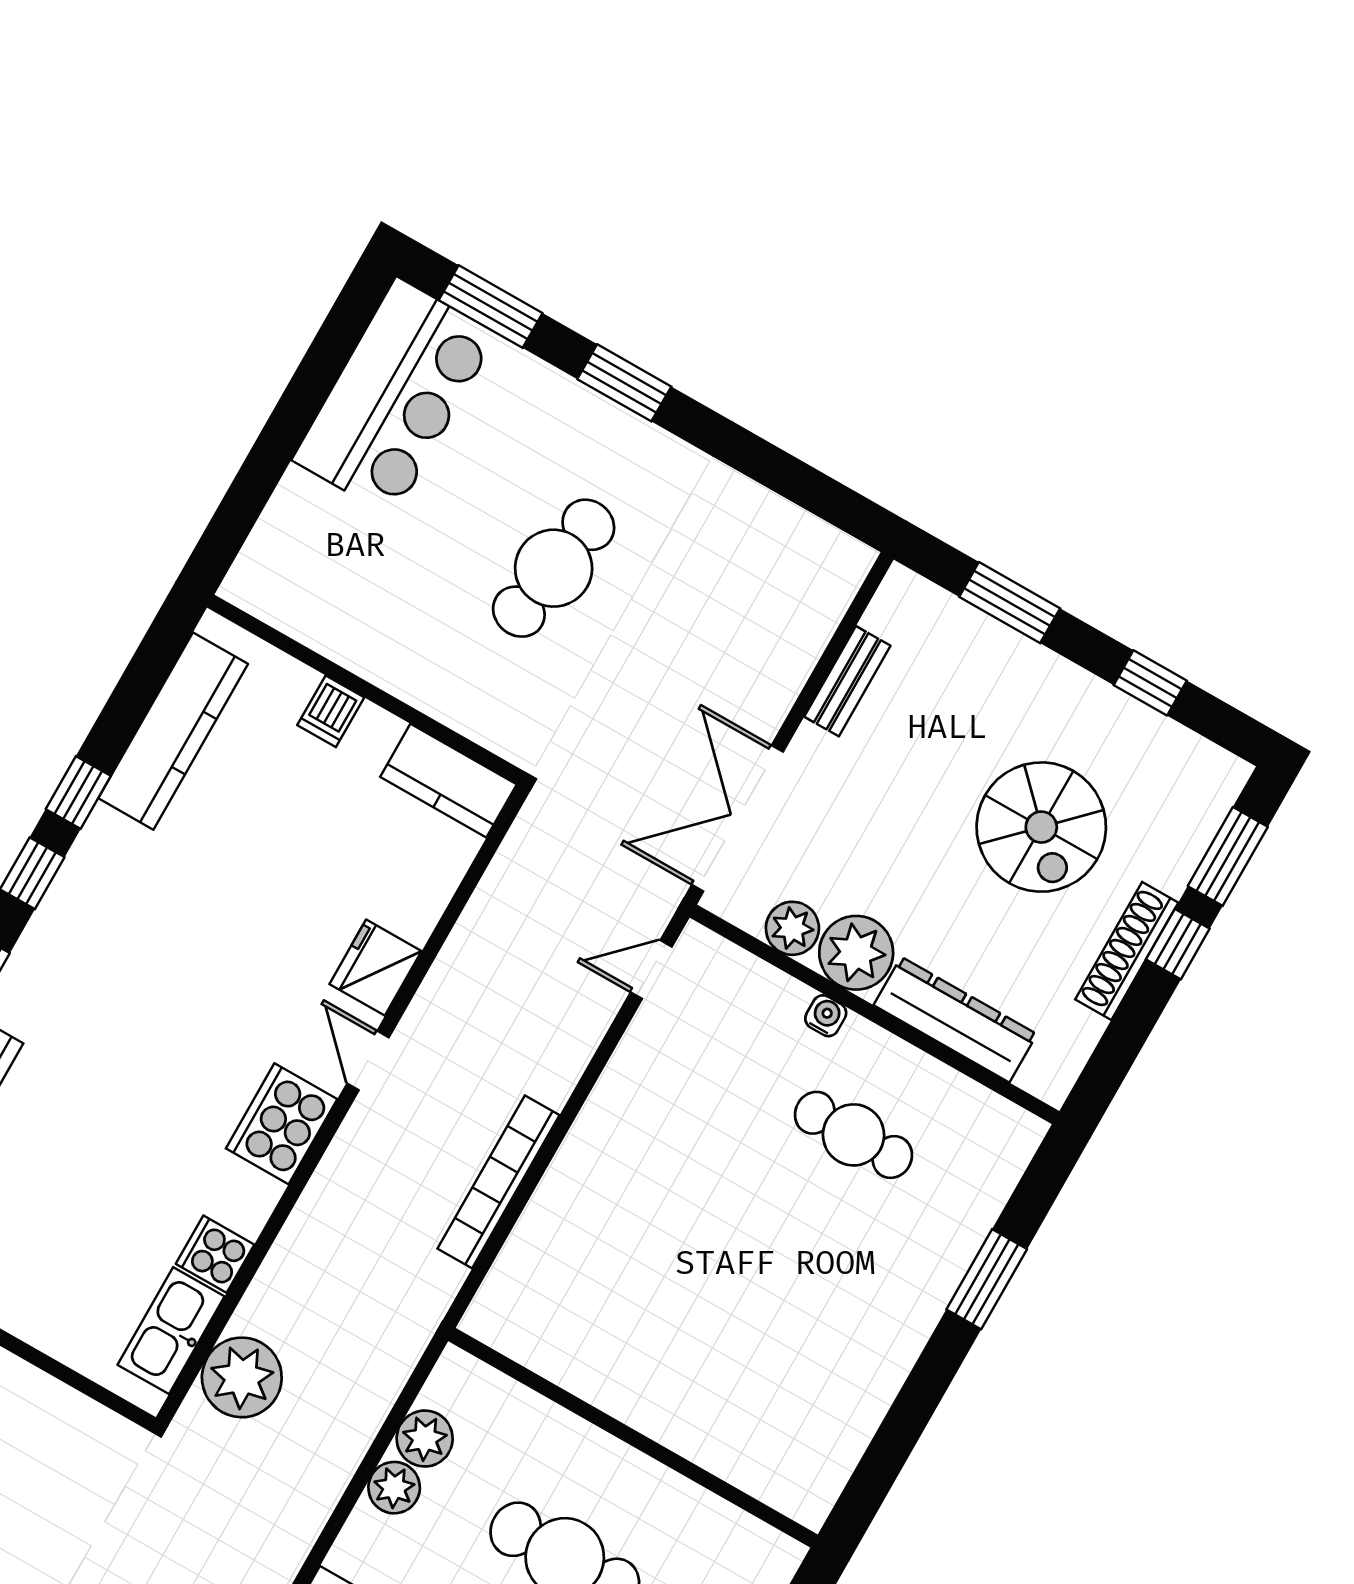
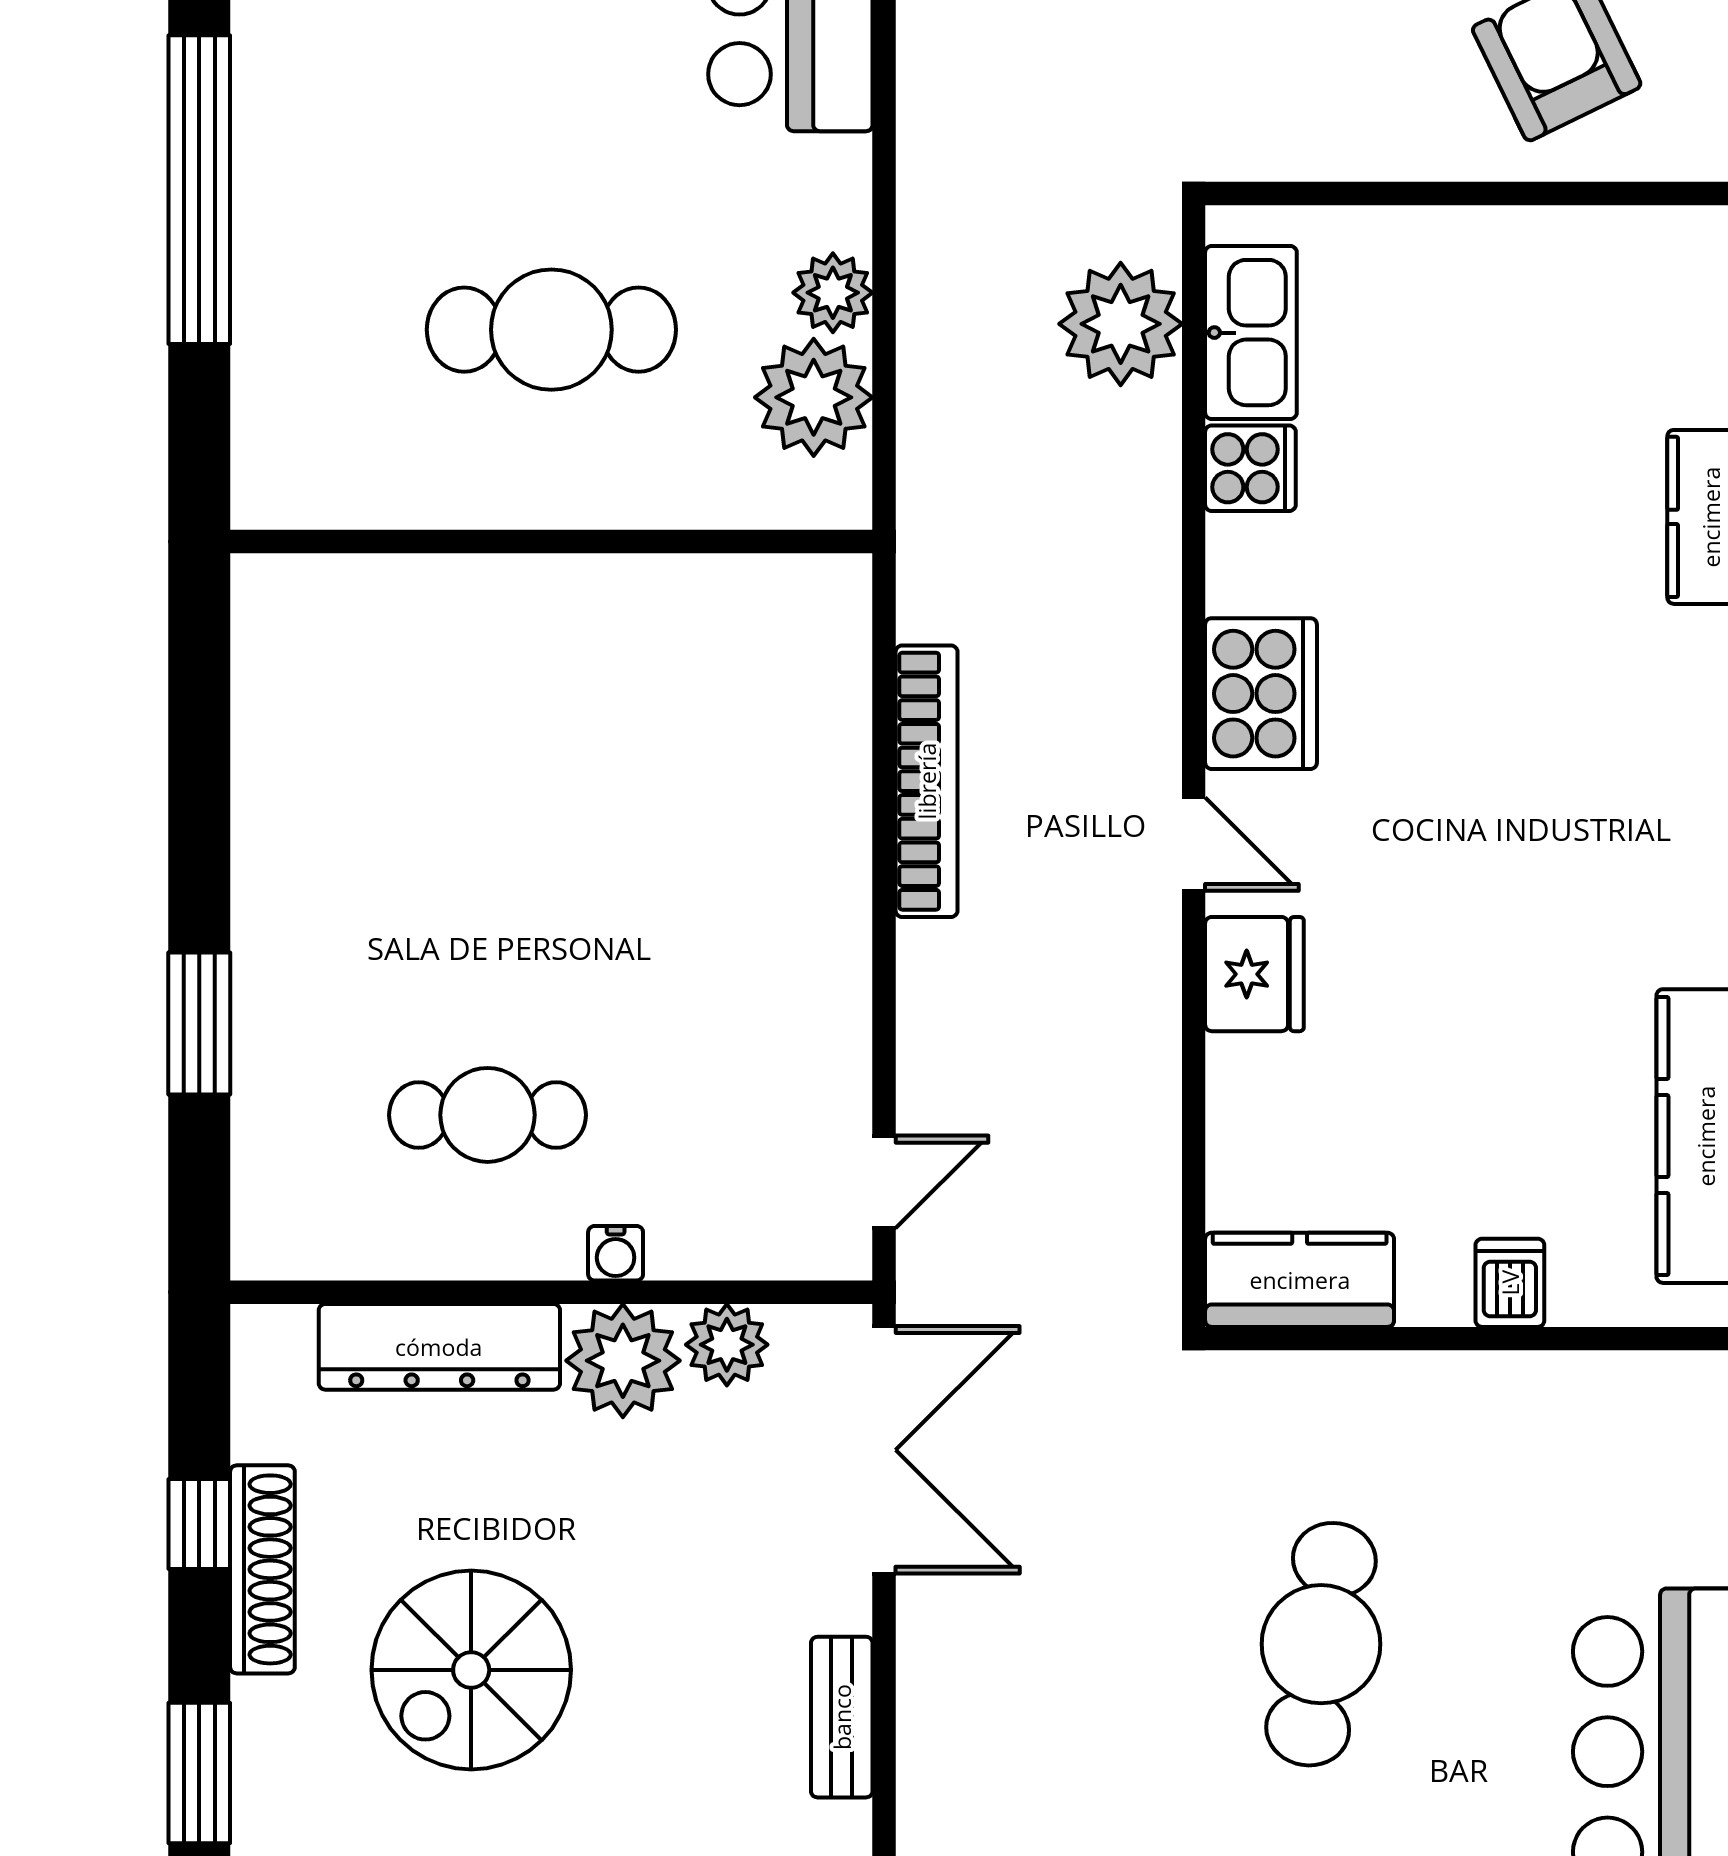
spiral stairs: (1041, 827) -> (471, 1670), turned -90
window: (1178, 944) -> (199, 1524), moved
plant: (425, 1439) -> (814, 397), width x1.36, depth x1.36

